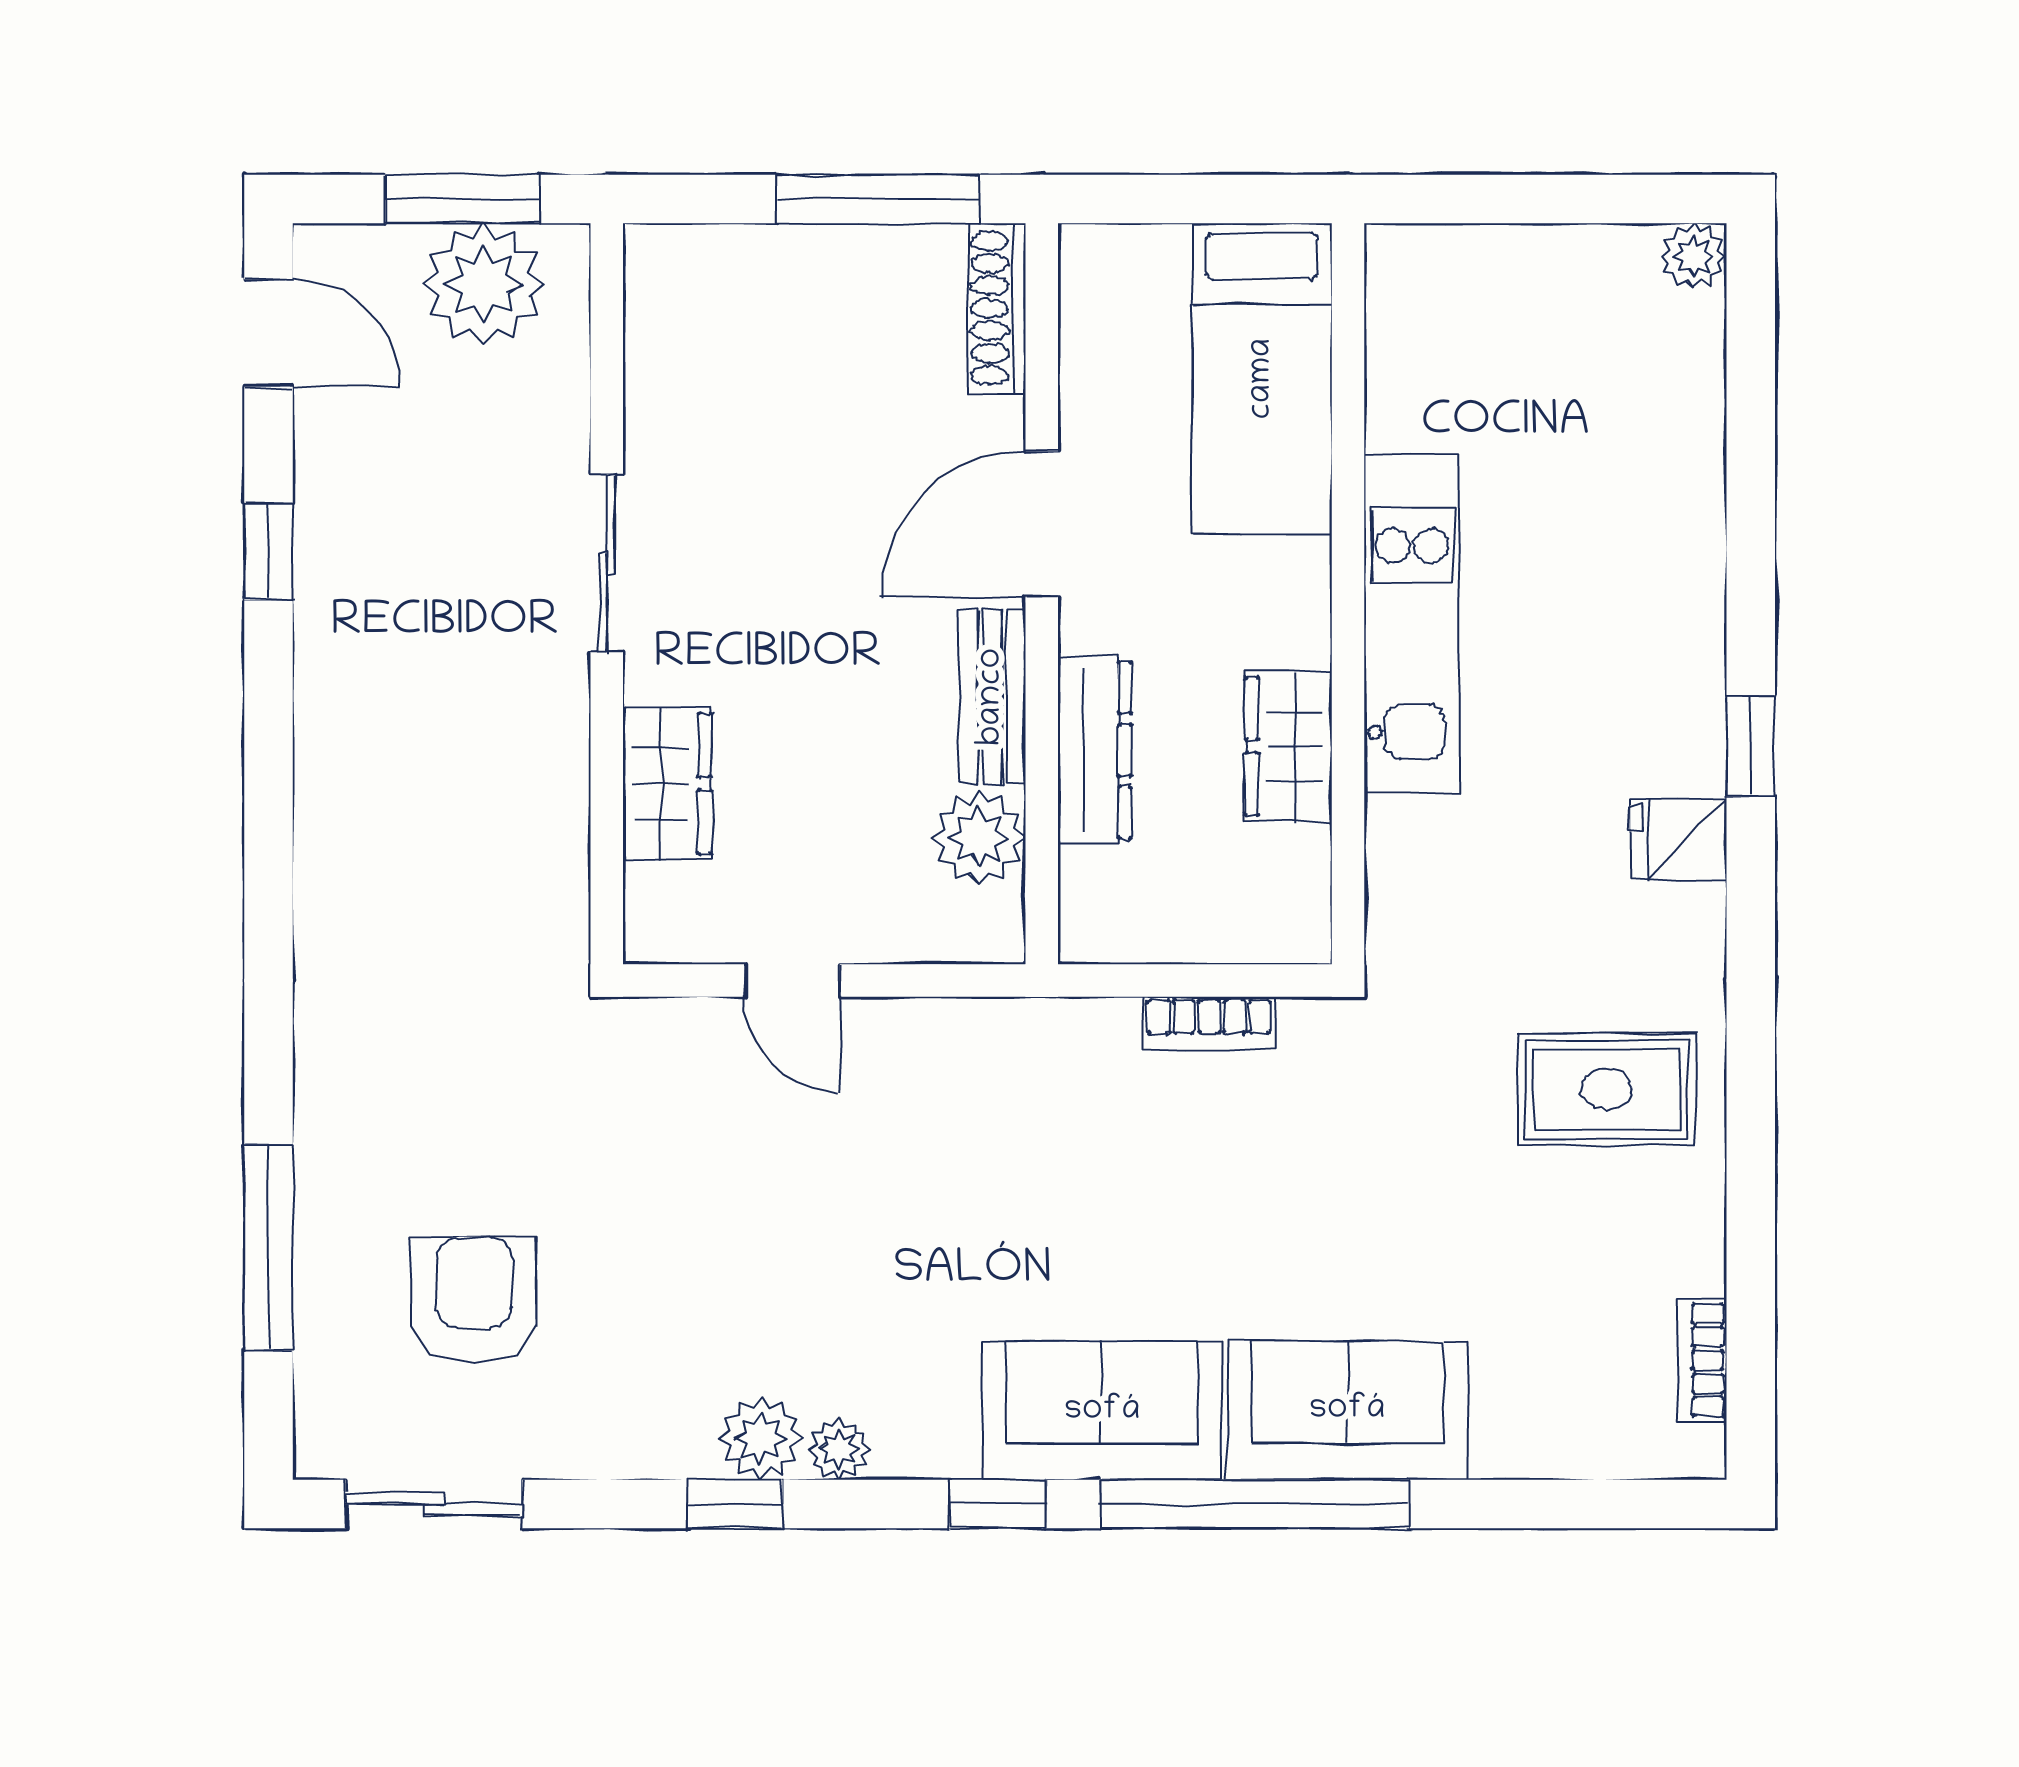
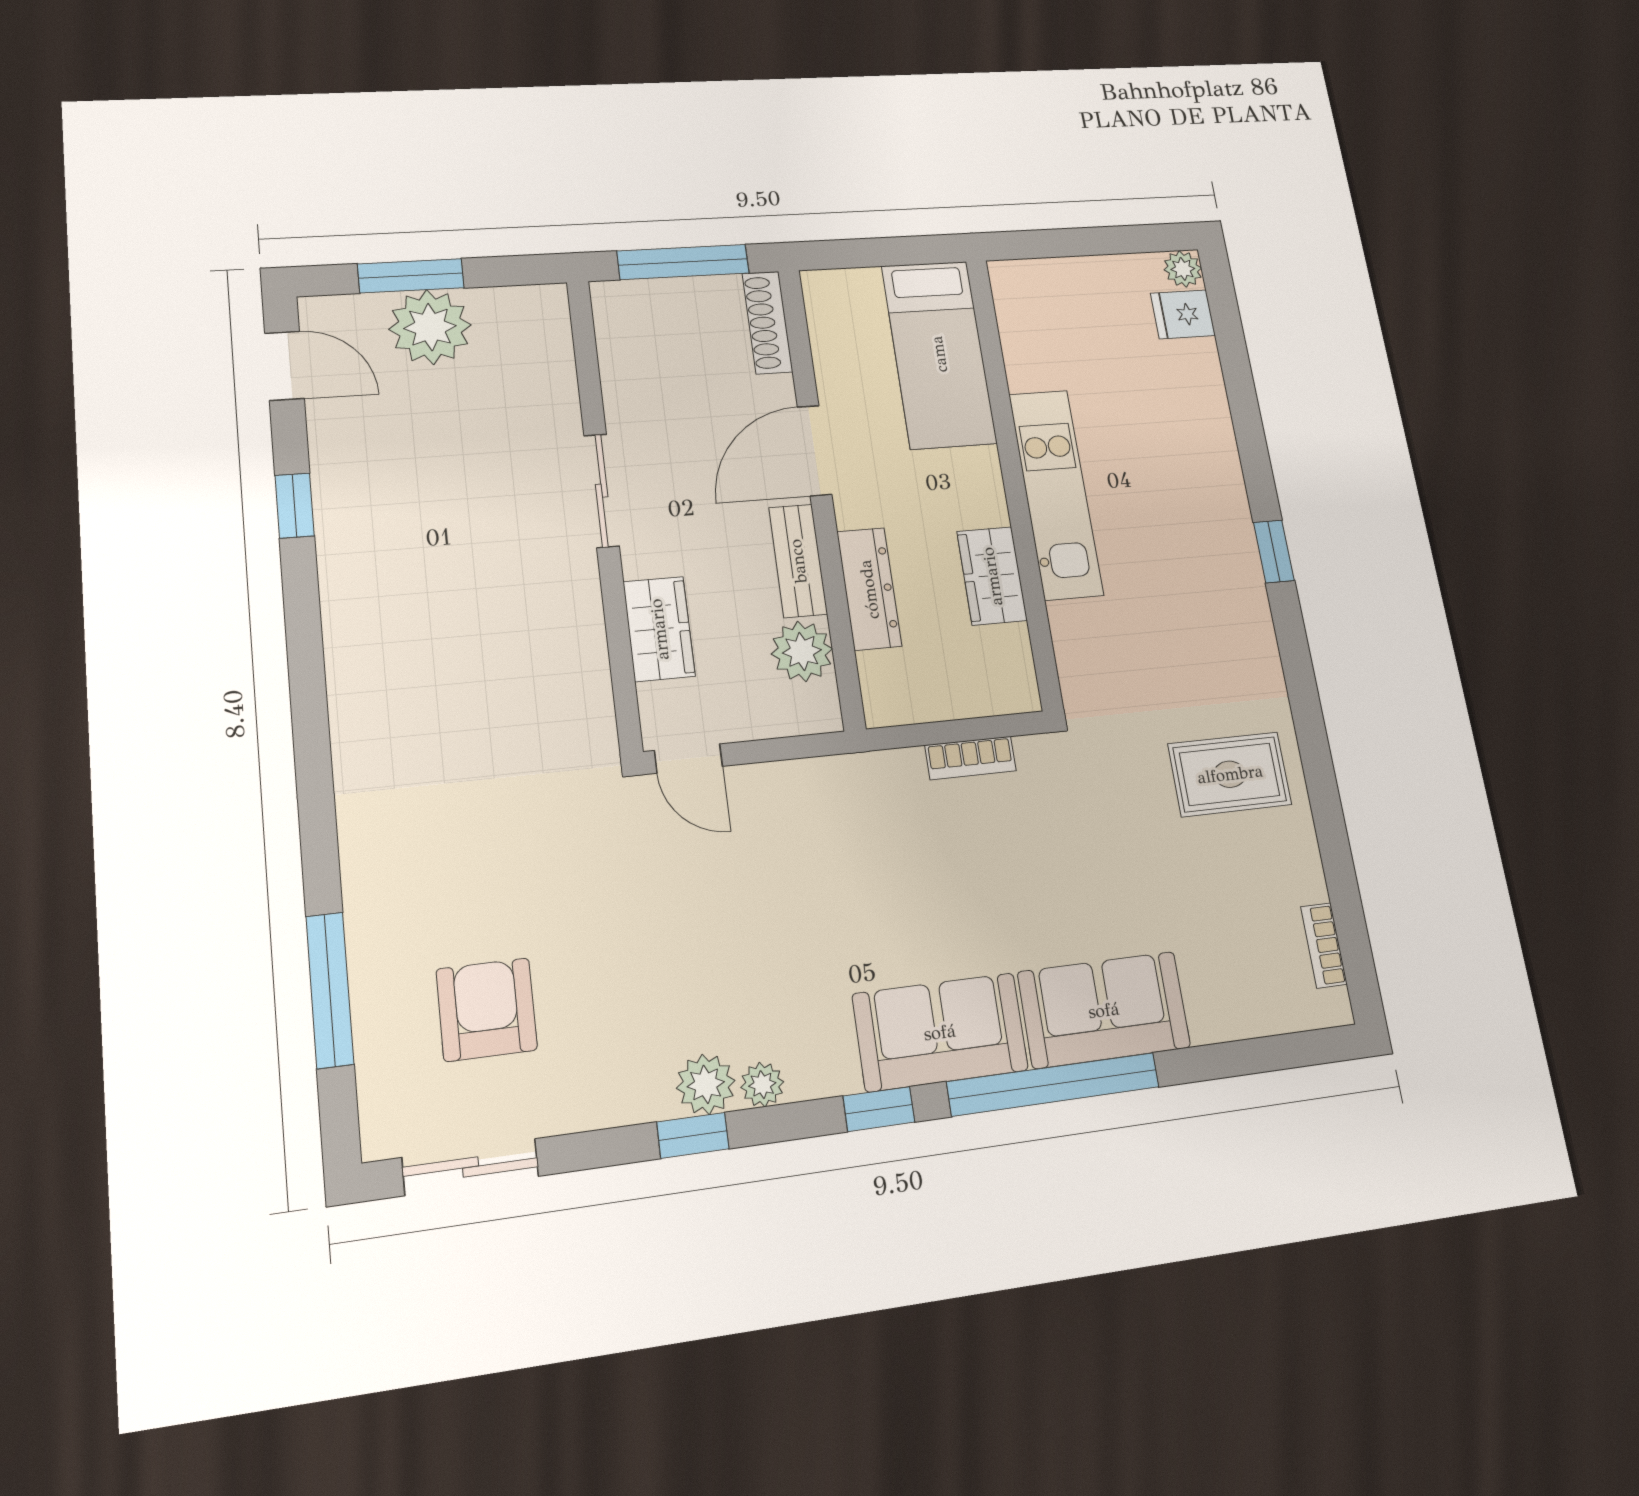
sliding door: (607, 563) -> (602, 491), moved
wall: (607, 594) -> (604, 510), moved
wardrobe: (667, 784) -> (659, 629), moved
fridge: (1678, 839) -> (1183, 314), moved

